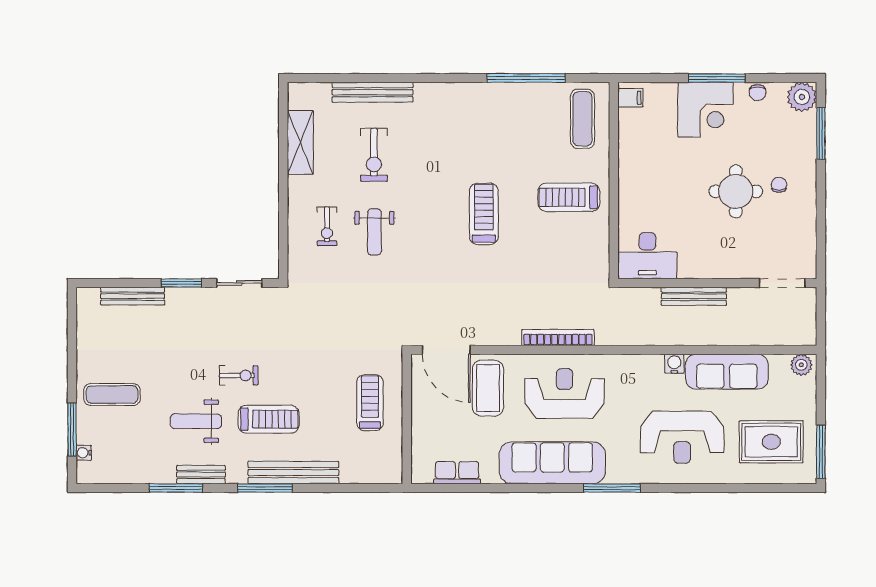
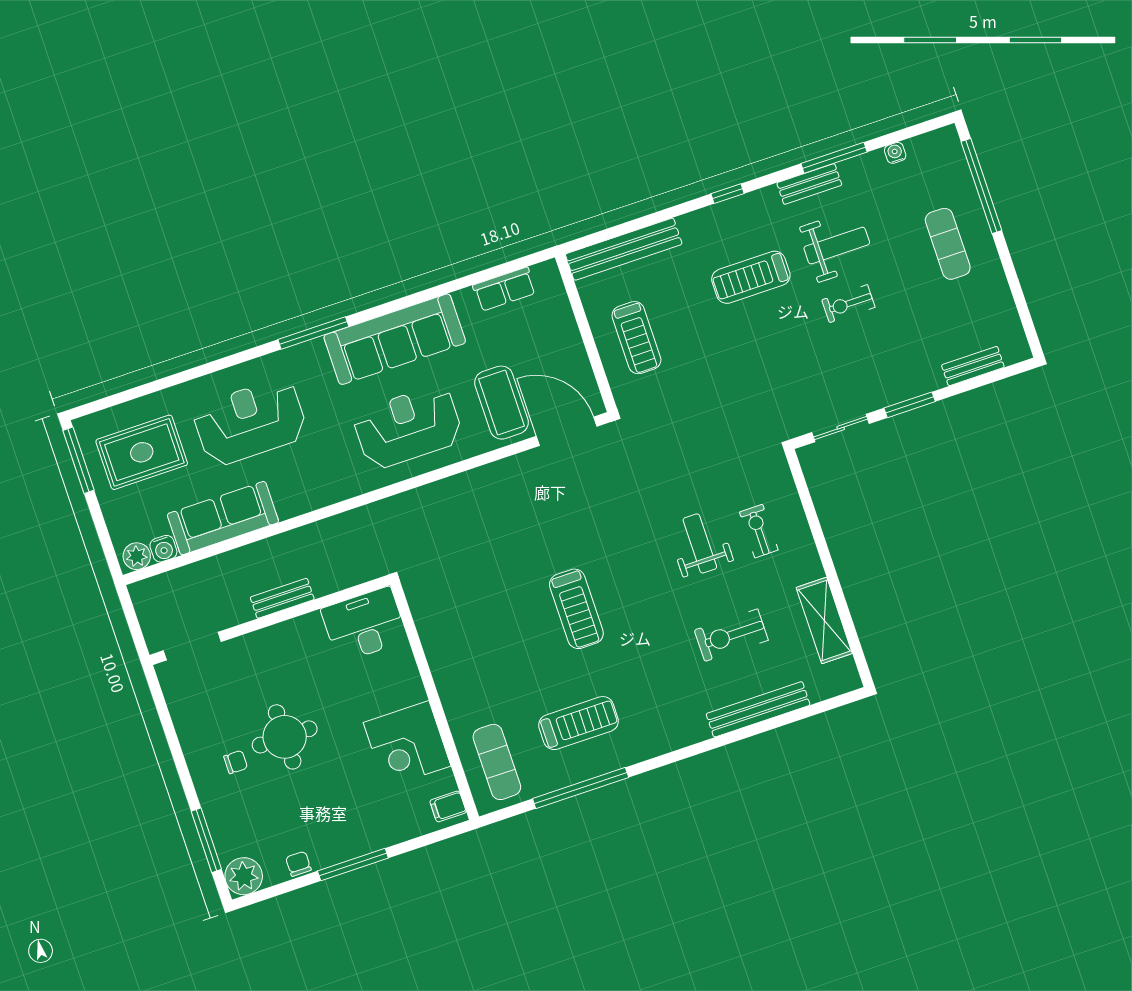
corner desk: (705, 110) -> (407, 744), moved, turned -90
exercise bike: (374, 155) -> (731, 635), turned -90
chair: (779, 185) -> (236, 762), turned -90
treadmill: (569, 197) -> (578, 723), moved
bench: (133, 296) -> (973, 366), width x0.73
bench: (694, 296) -> (282, 598), width x0.73
bookcase: (558, 338) -> (438, 491), removed
water cooler: (674, 364) -> (163, 549), moved
exercise bike: (239, 375) -> (848, 304), moved
reception desk: (565, 393) -> (408, 427), turned 180
exercise mat: (112, 395) -> (948, 244), turned 90
window: (72, 429) -> (981, 186), width x1.46
water cooler: (84, 453) -> (895, 153), moved, turned -90
bench: (293, 473) -> (624, 249), moved
window: (265, 488) -> (728, 194), width x0.46

